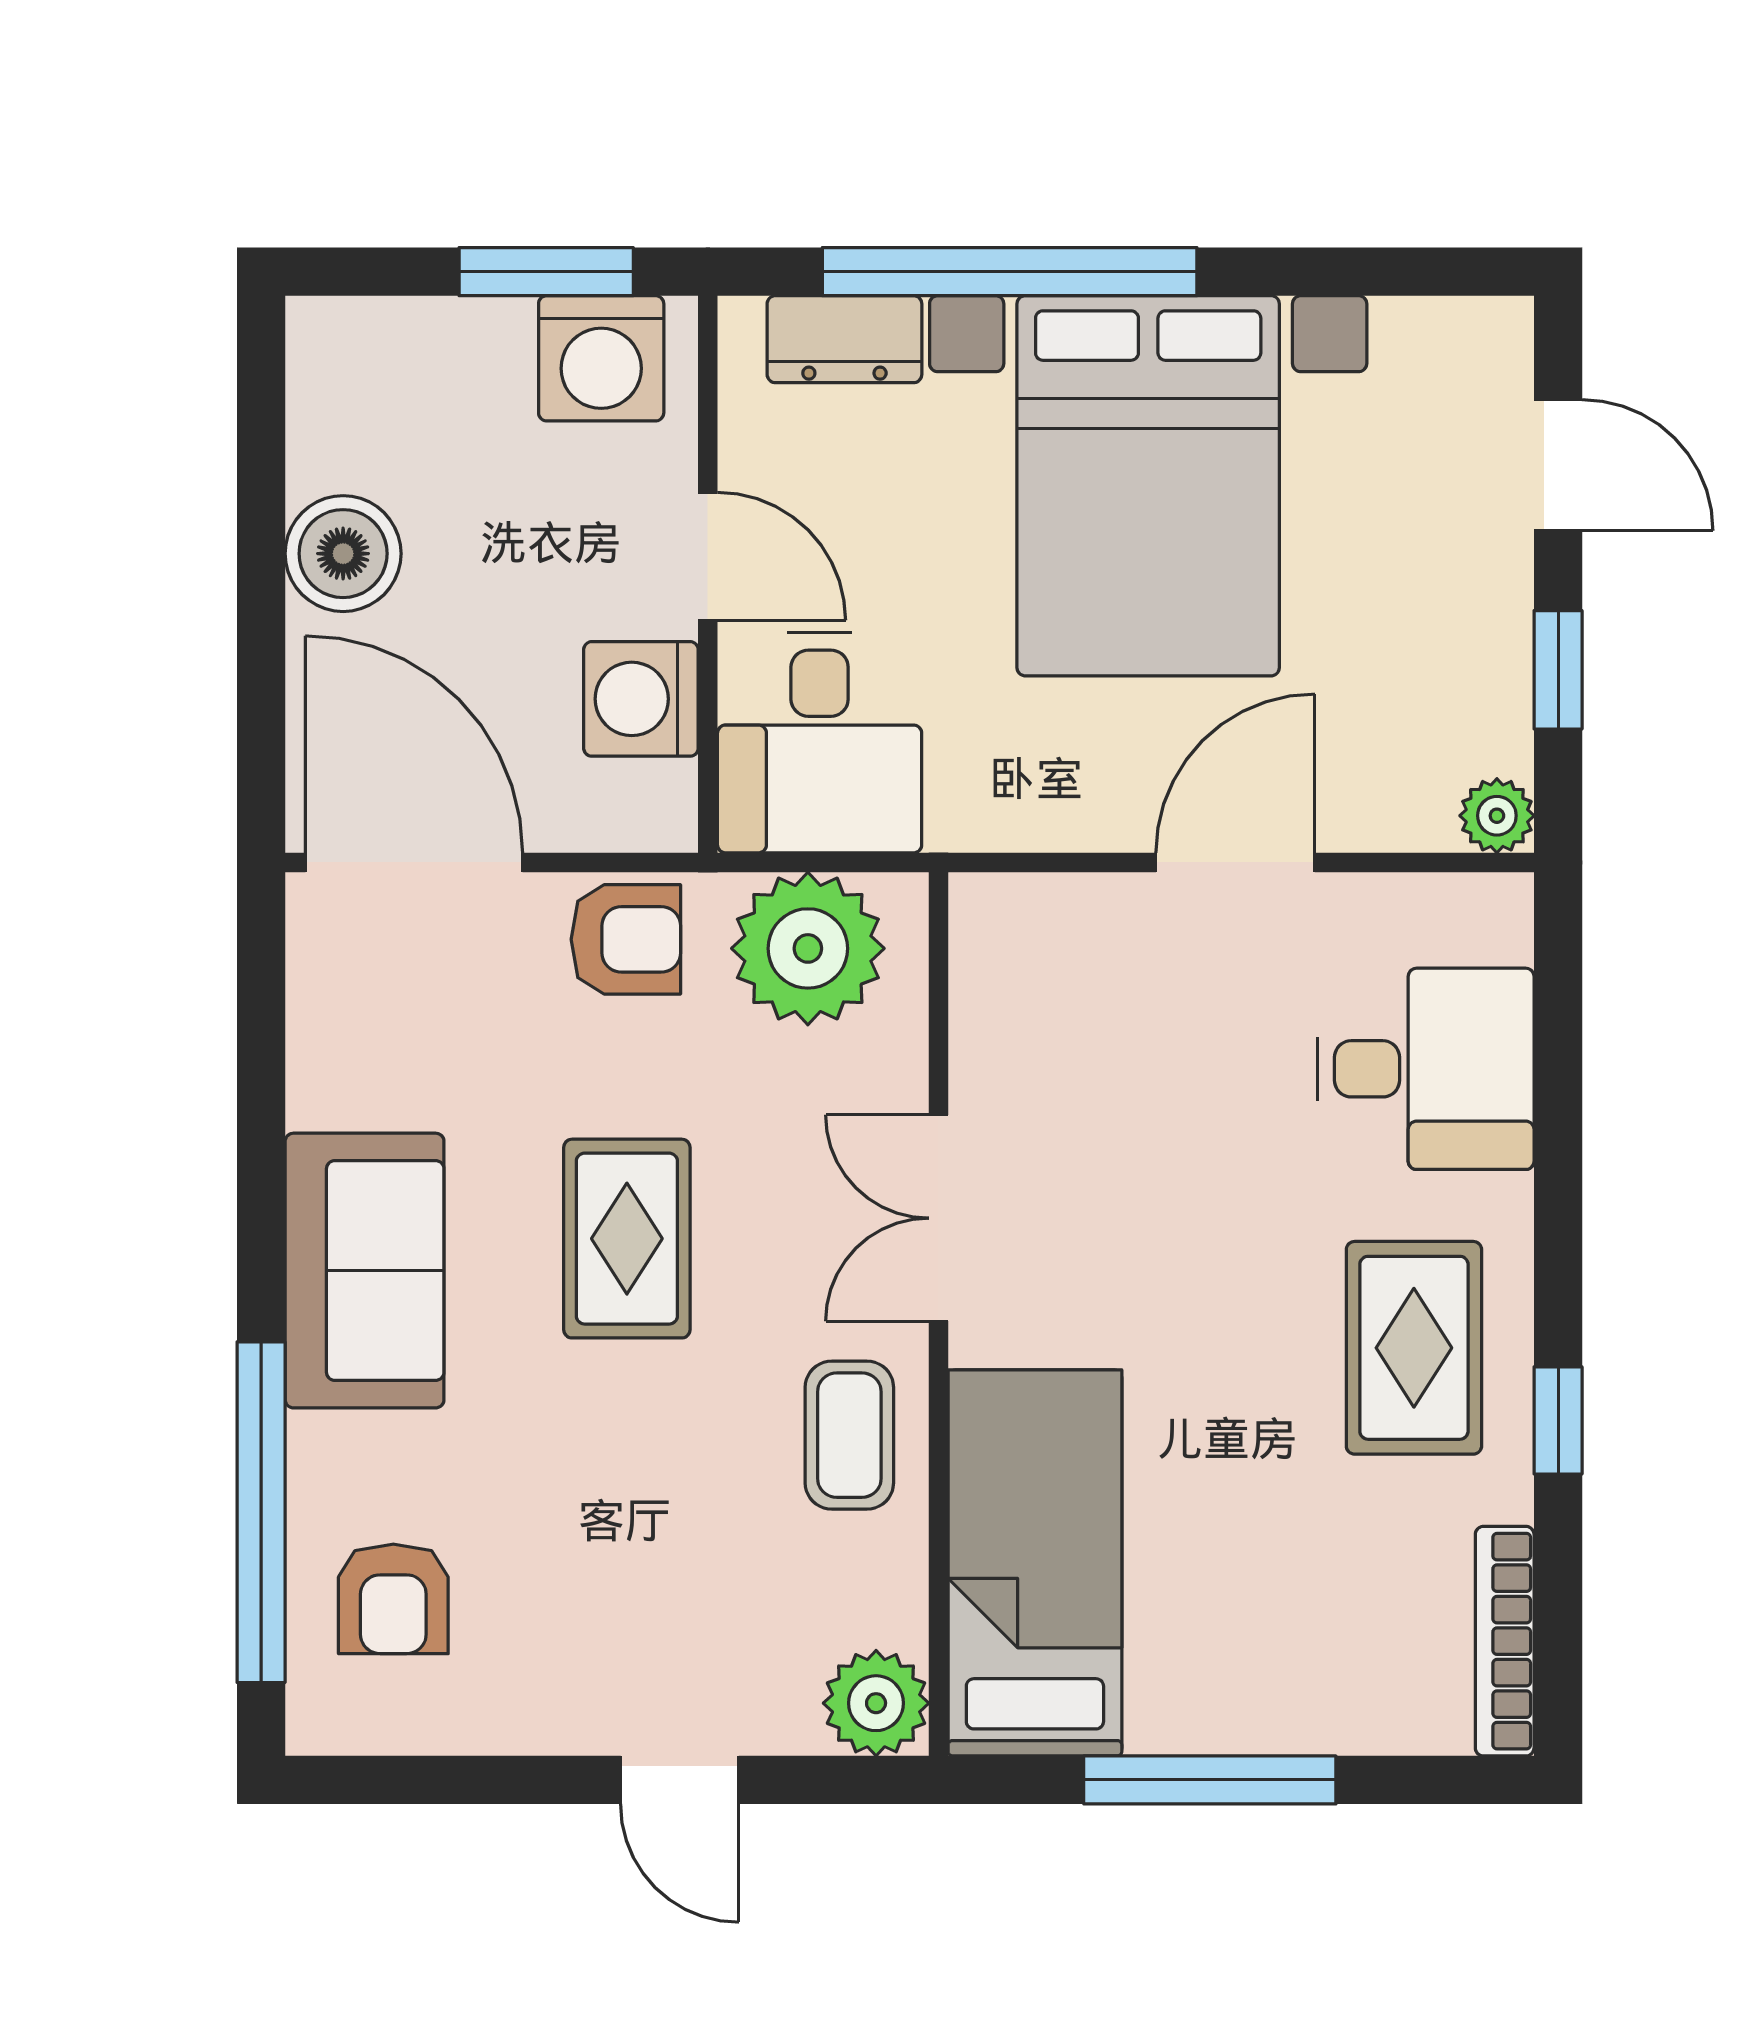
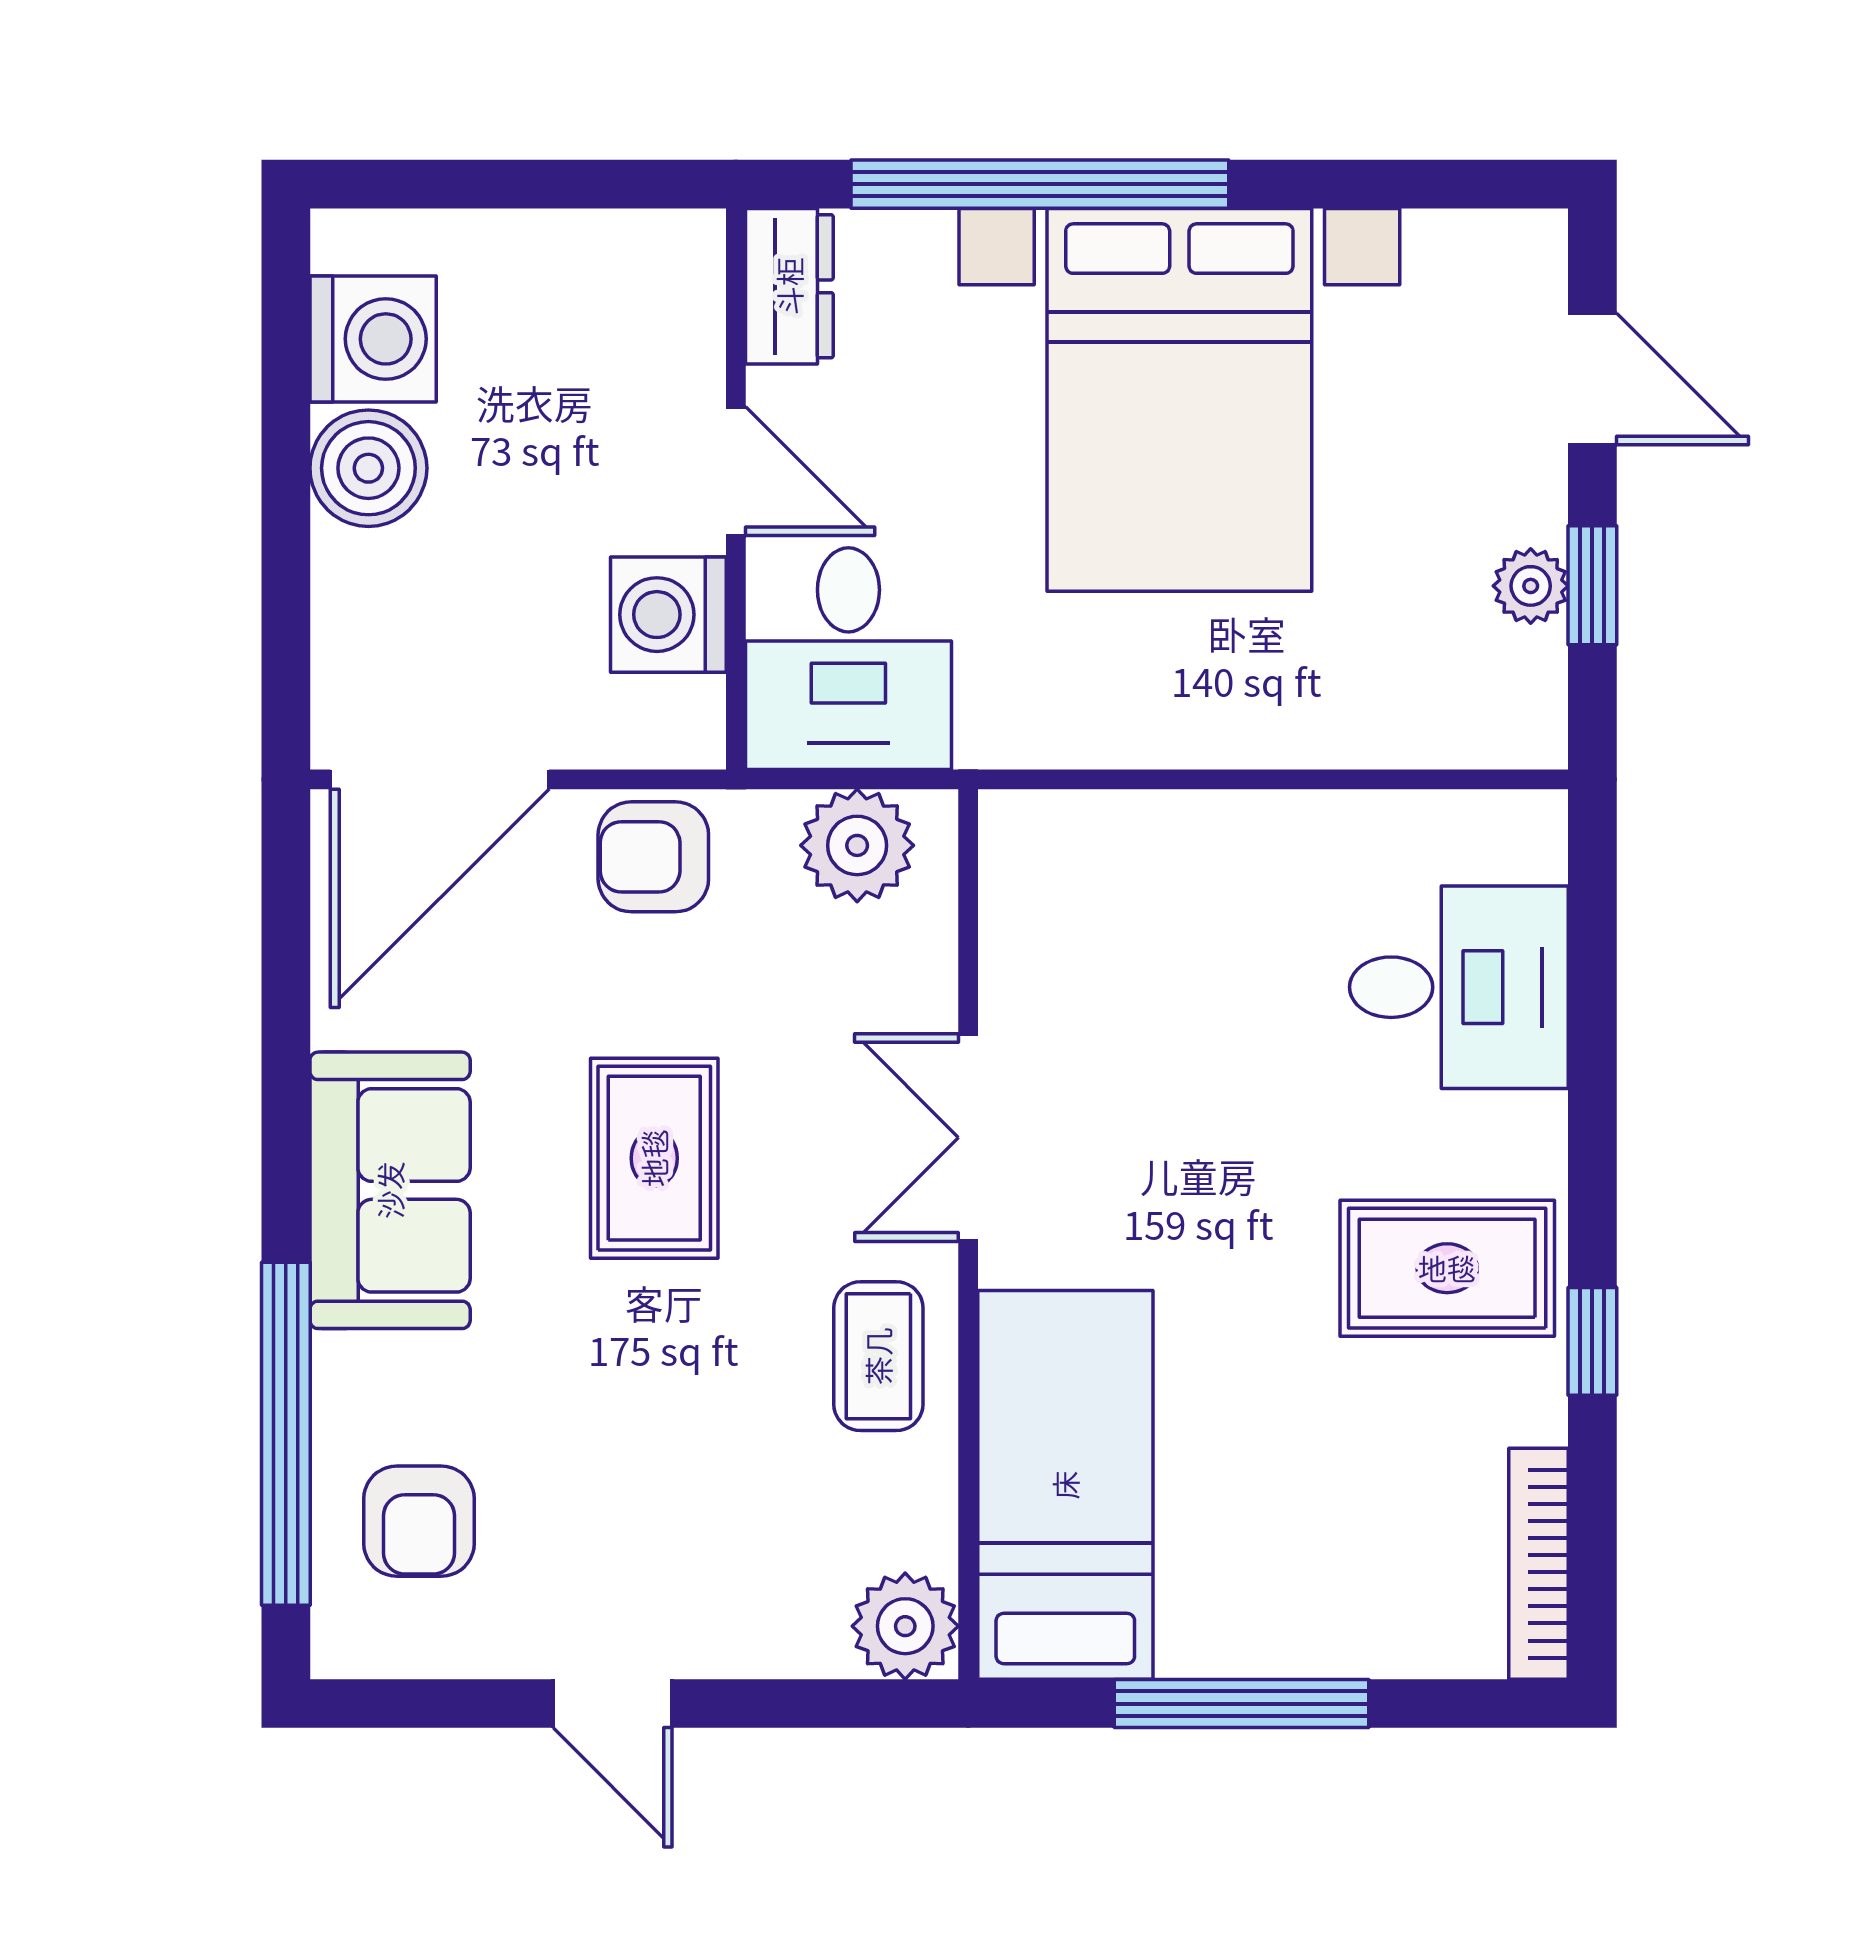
window: (546, 272) -> (573, 184), removed
dresser: (844, 339) -> (789, 286), moved, turned -90
washing machine: (601, 358) -> (373, 339), moved, turned -90
plant: (1497, 816) -> (1531, 586), moved
door: (414, 862) -> (440, 779), swing flipped
door: (1235, 862) -> (1267, 779), removed
armchair: (626, 939) -> (653, 857), turned 180
plant: (808, 948) -> (857, 845), width x0.73, depth x0.73
rug: (1414, 1348) -> (1447, 1268), turned 90
door: (680, 1780) -> (613, 1704), moved

